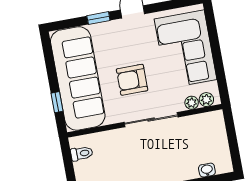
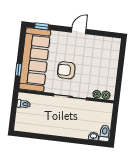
window: (98, 18) -> (42, 26), moved
corner sofa: (186, 49) -> (103, 62), removed
toilet: (223, 160) -> (105, 133), added

